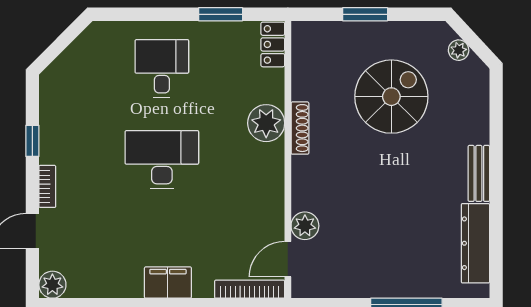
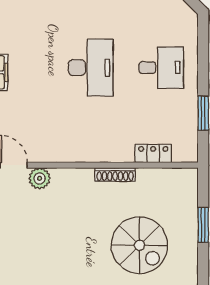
locker: (273, 44) -> (153, 154), moved
plant: (266, 123) -> (119, 148), removed

